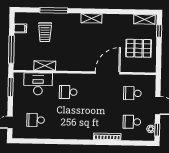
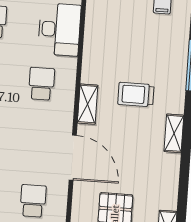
trolley: (45, 32) -> (136, 95), moved
shelving: (45, 66) -> (88, 104), moved

